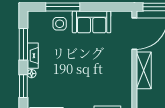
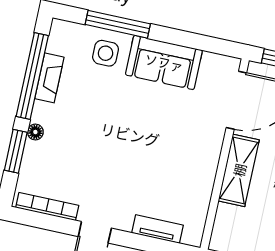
window: (23, 44) -> (32, 76), width x1.46
fireplace: (33, 56) -> (49, 78), moved

